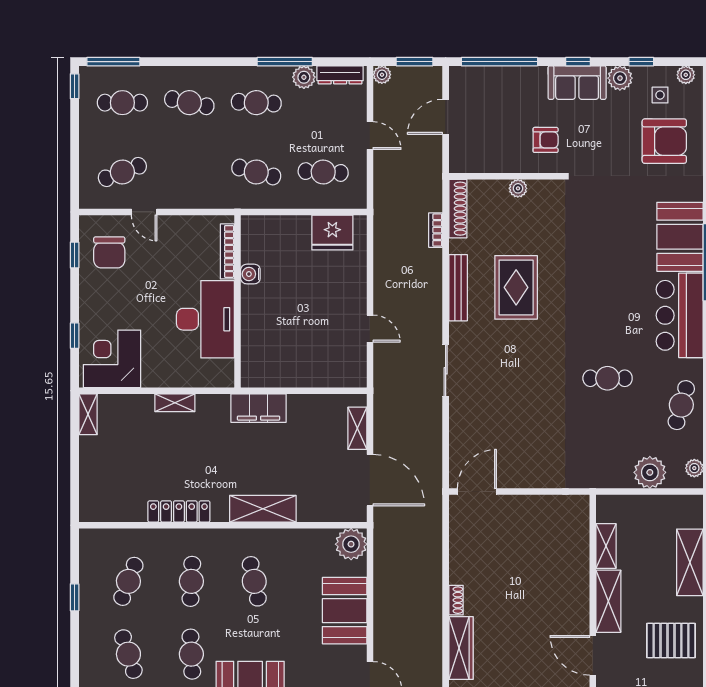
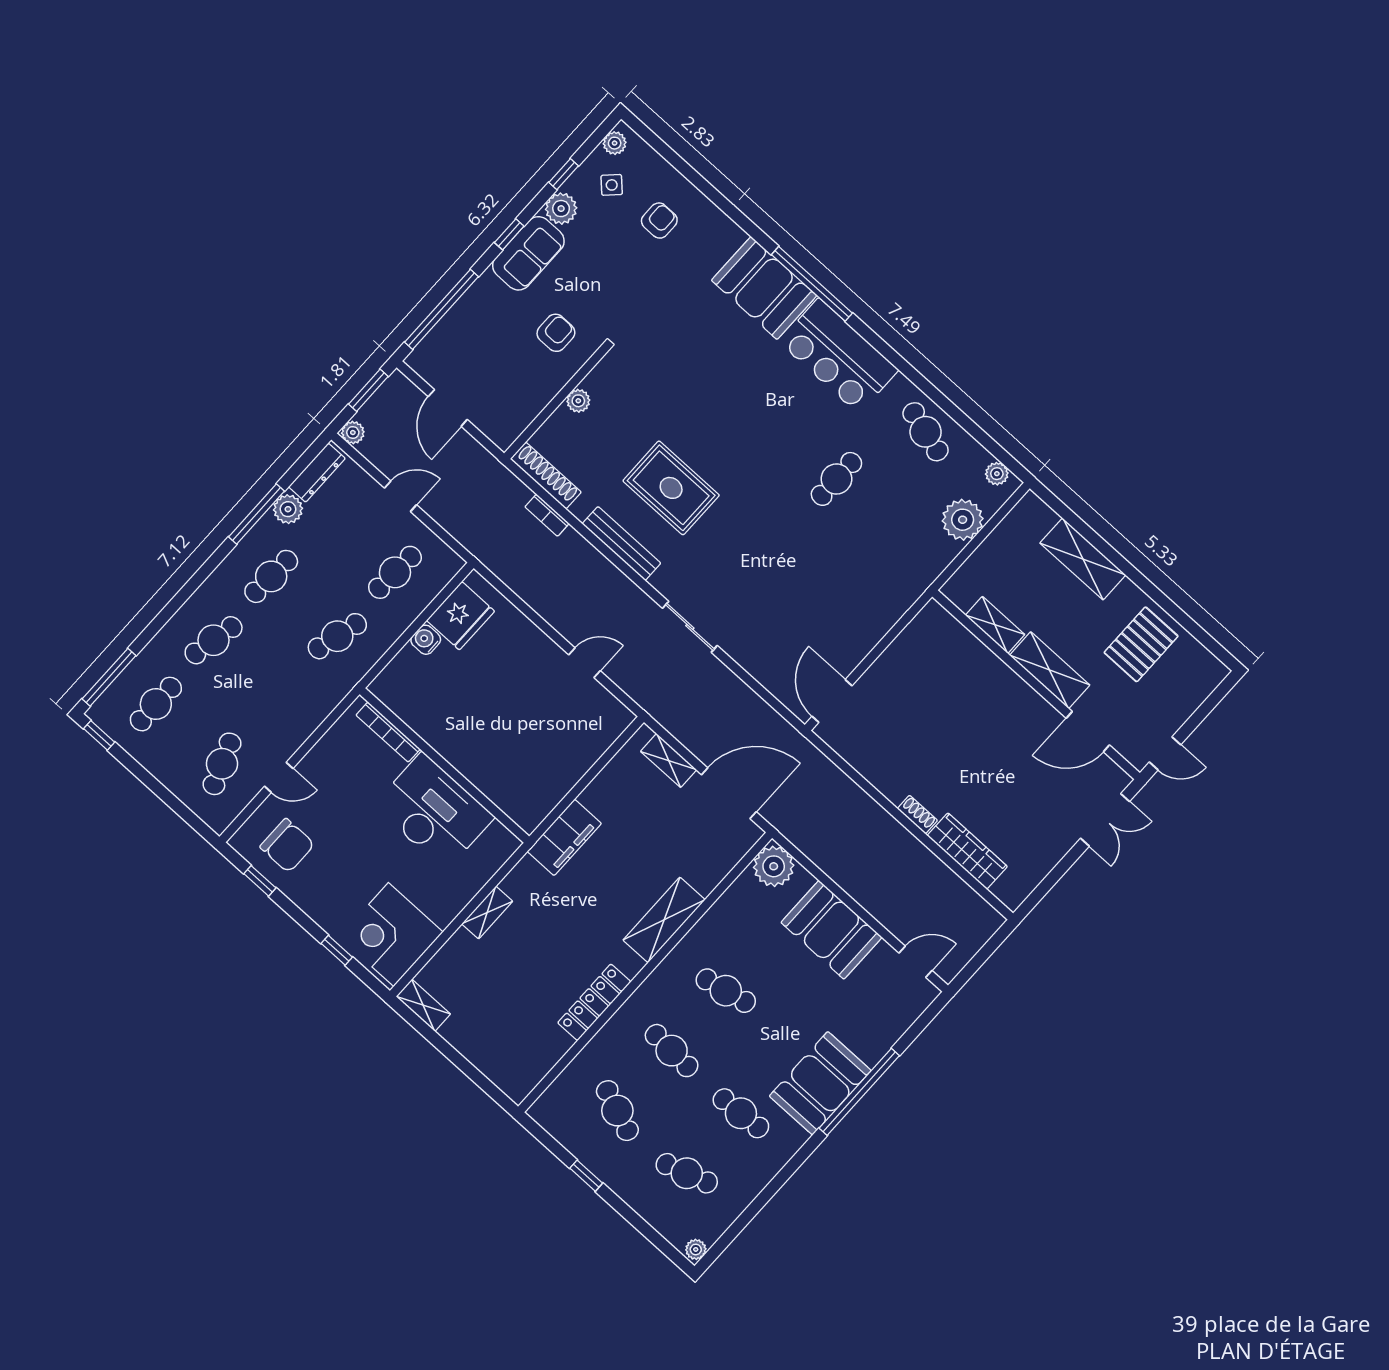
side table: (660, 95) -> (612, 185), turned 45
armchair: (664, 141) -> (659, 221), width x0.53, depth x0.53
water cooler: (250, 274) -> (426, 640), moved, turned 90

